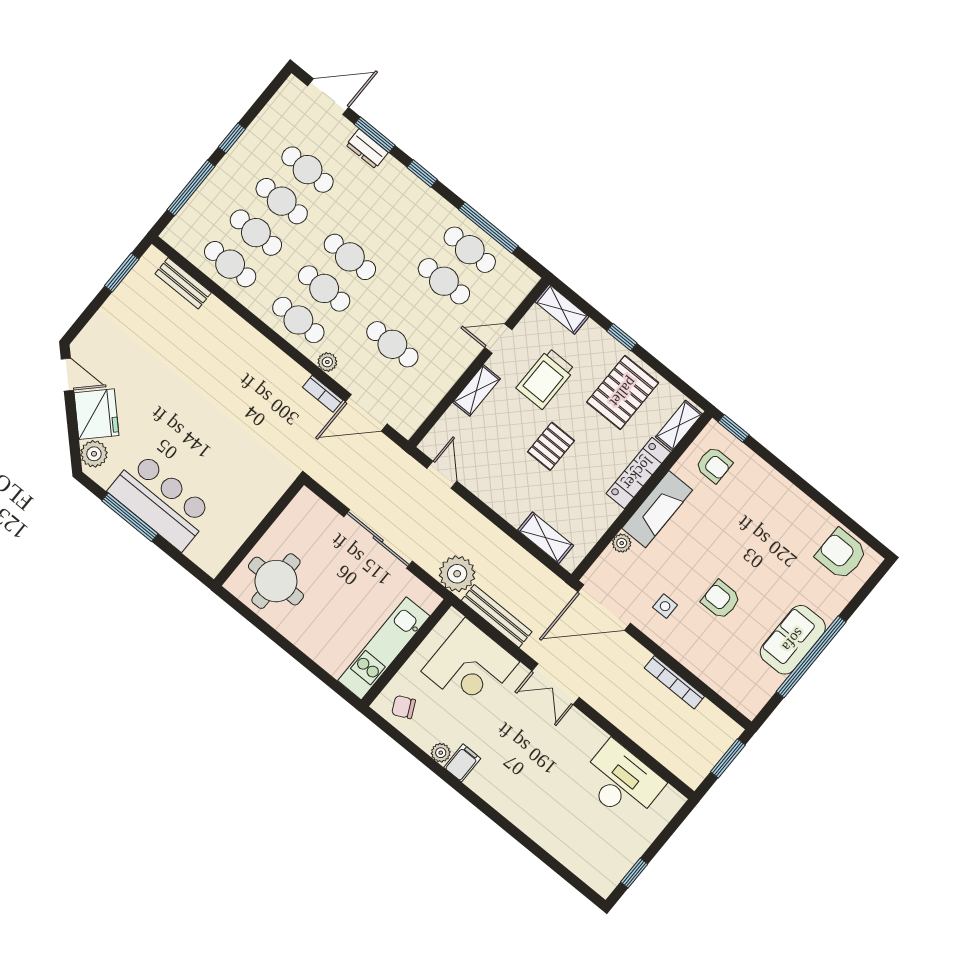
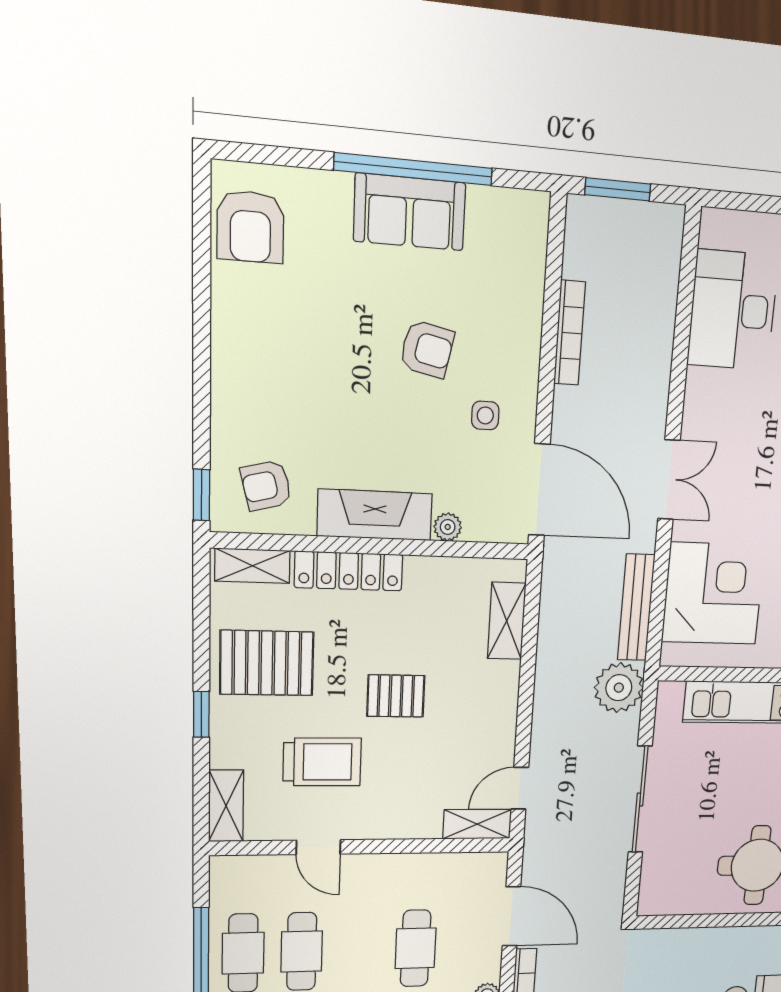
shelving: (477, 390) -> (477, 824), moved
armchair: (714, 465) -> (266, 486), turned -104
armchair: (721, 600) -> (427, 349), turned -78

